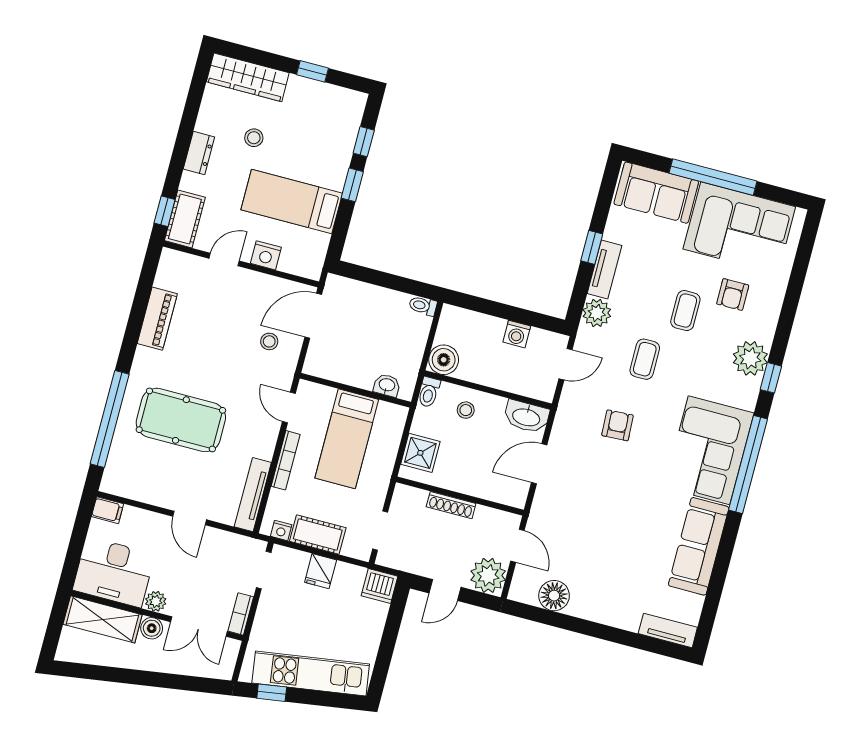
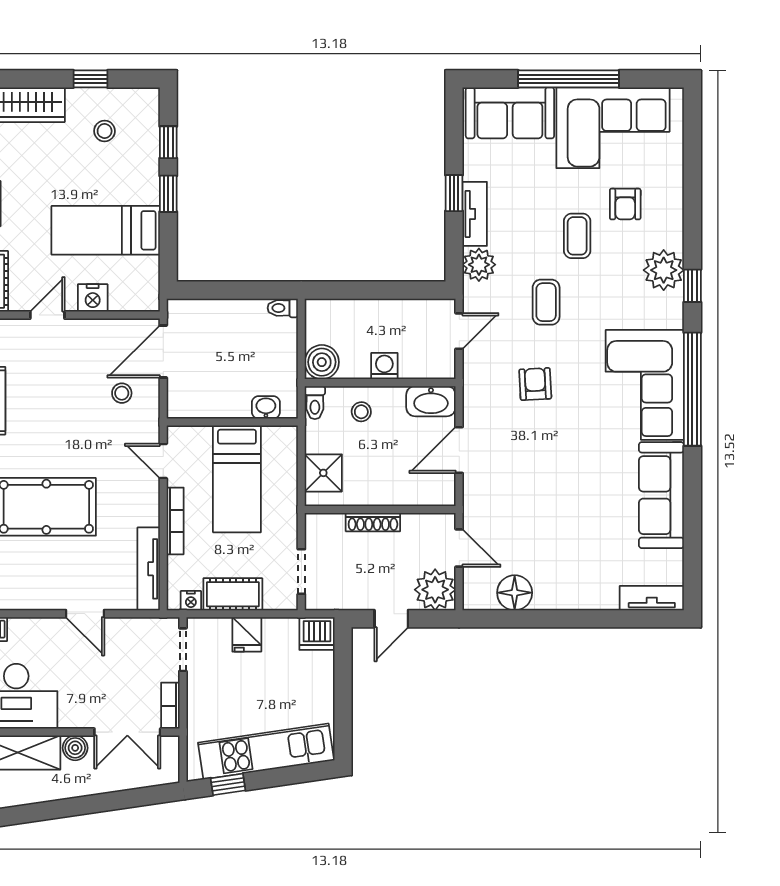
stool: (254, 138) -> (105, 131), moved
washing machine: (517, 334) -> (384, 366), moved, turned 180
plant: (156, 601) -> (72, 717), removed

